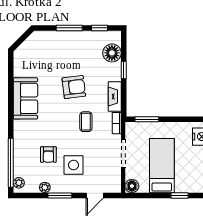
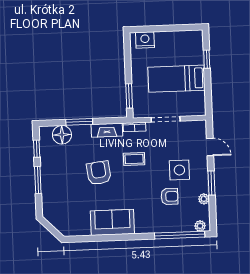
window: (124, 70) -> (79, 122), width x1.50
floor lamp: (132, 186) -> (199, 109), removed

